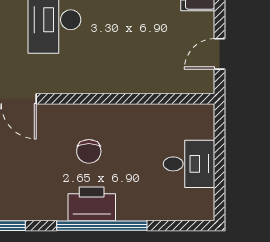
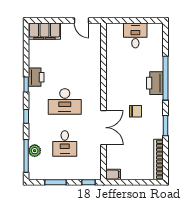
chair: (89, 151) -> (136, 111), moved

